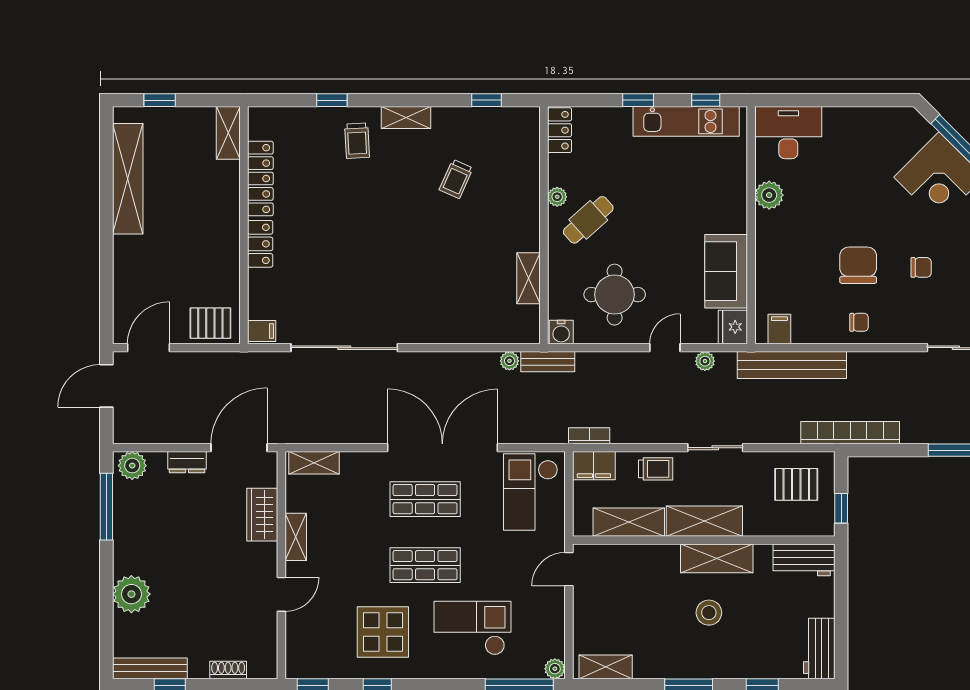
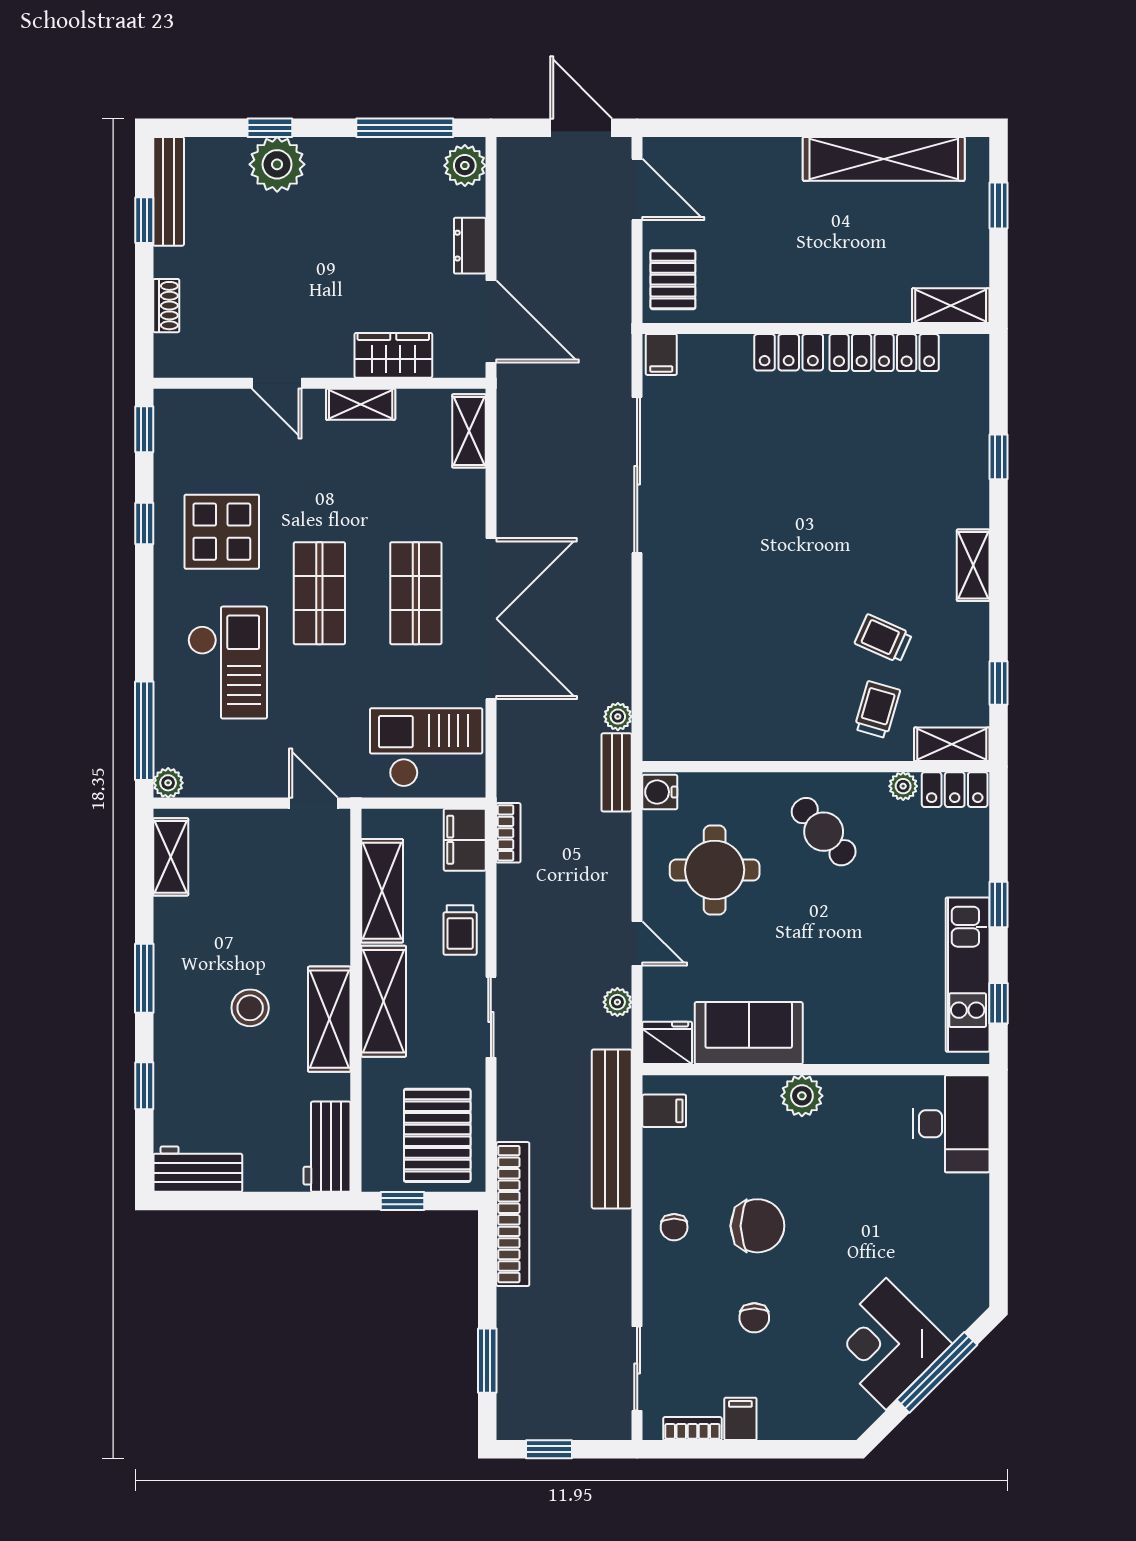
trolley: (357, 141) -> (877, 710), moved, turned 109
plant: (769, 195) -> (802, 1096), moved
plant: (557, 197) -> (903, 786), moved
shelving: (528, 278) -> (952, 744), moved
pallet: (796, 484) -> (437, 1135), width x1.50, depth x1.42
window: (106, 599) -> (270, 128), added

